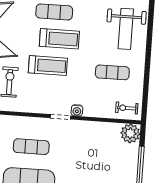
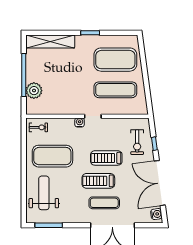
exercise mat: (112, 72) -> (52, 156), width x2.00, depth x1.45
plant: (130, 133) -> (34, 91), moved
exercise mat: (31, 147) -> (115, 90), width x1.36, depth x1.45

